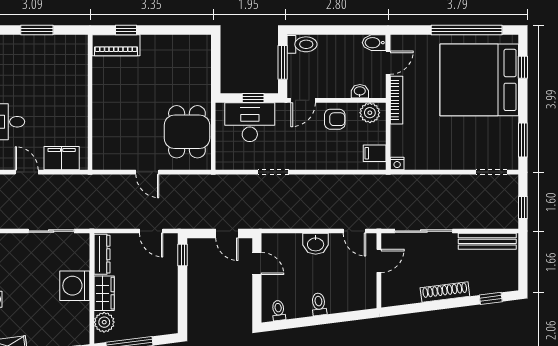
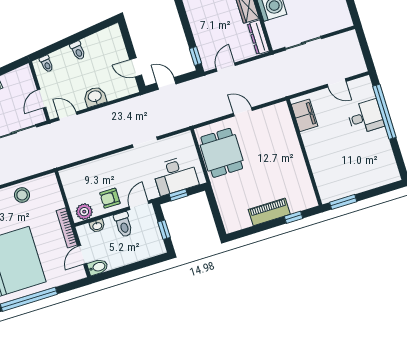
window: (37, 30) -> (343, 202), moved
toilet: (302, 44) -> (123, 224), moved, turned -90
piano: (116, 45) -> (269, 212), moved
window: (283, 62) -> (164, 230), width x0.67
filing cabinet: (375, 153) -> (71, 181), removed
stool: (437, 155) -> (22, 195), added
filing cabinet: (62, 158) -> (305, 115), moved, turned -90
nightstand: (397, 164) -> (51, 179), removed
door: (151, 231) -> (226, 67), hinge flipped
toilet: (278, 310) -> (46, 64), moved

